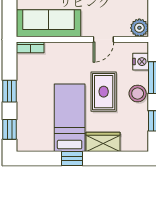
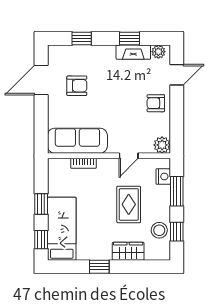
bookcase: (30, 47) -> (84, 163), moved
stool: (138, 93) -> (159, 230), moved
bed: (70, 118) -> (62, 229), moved

